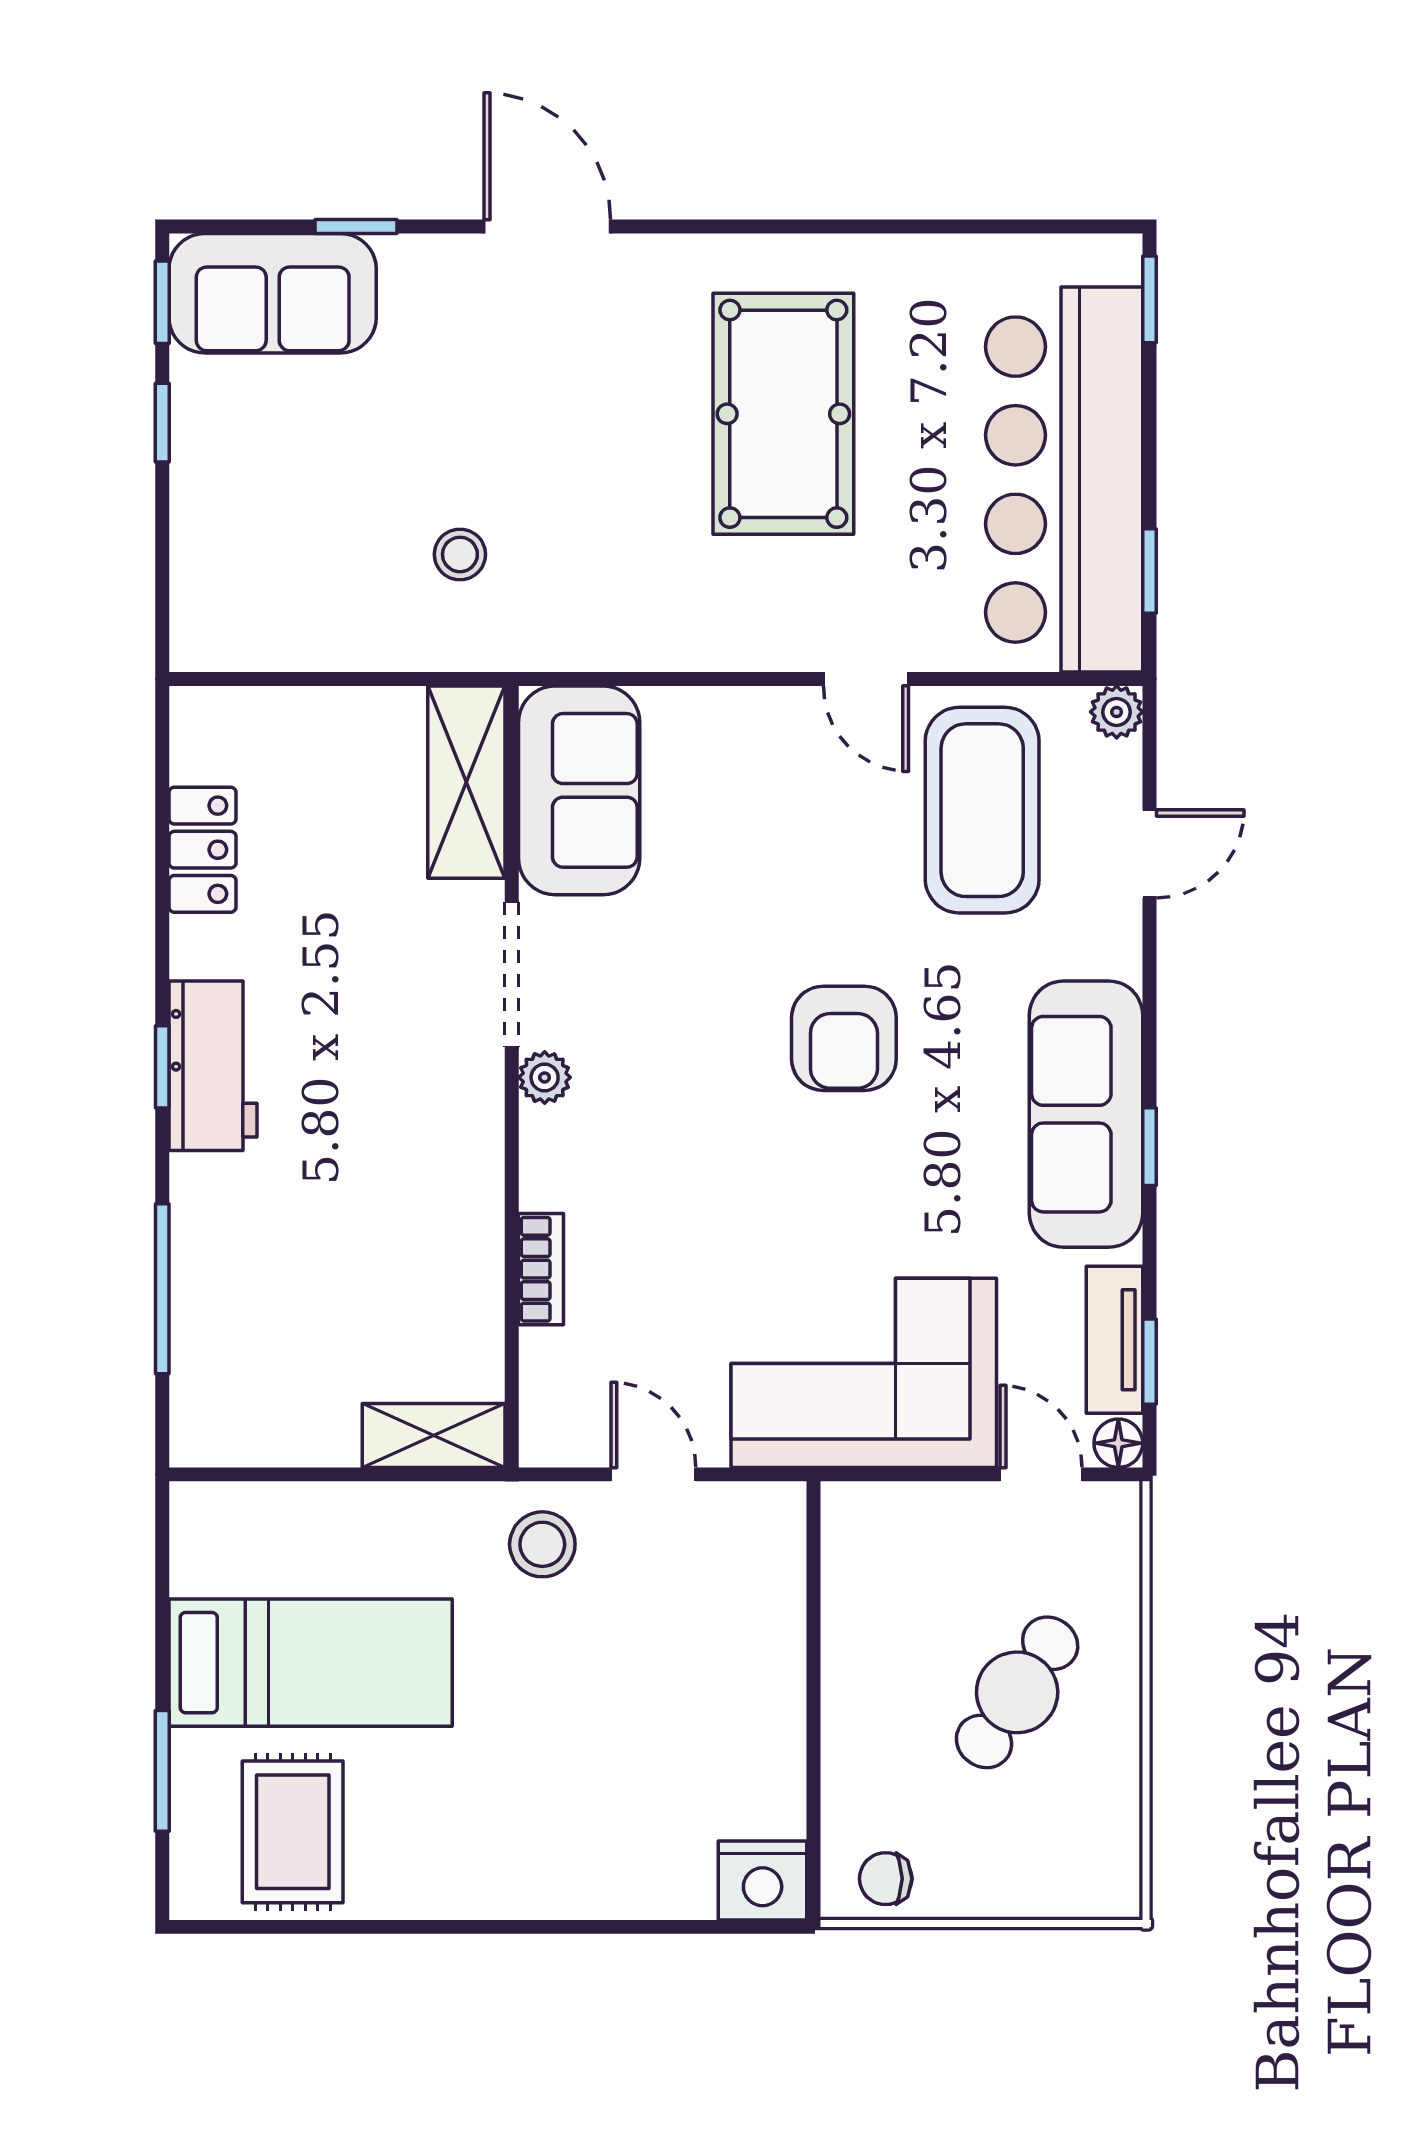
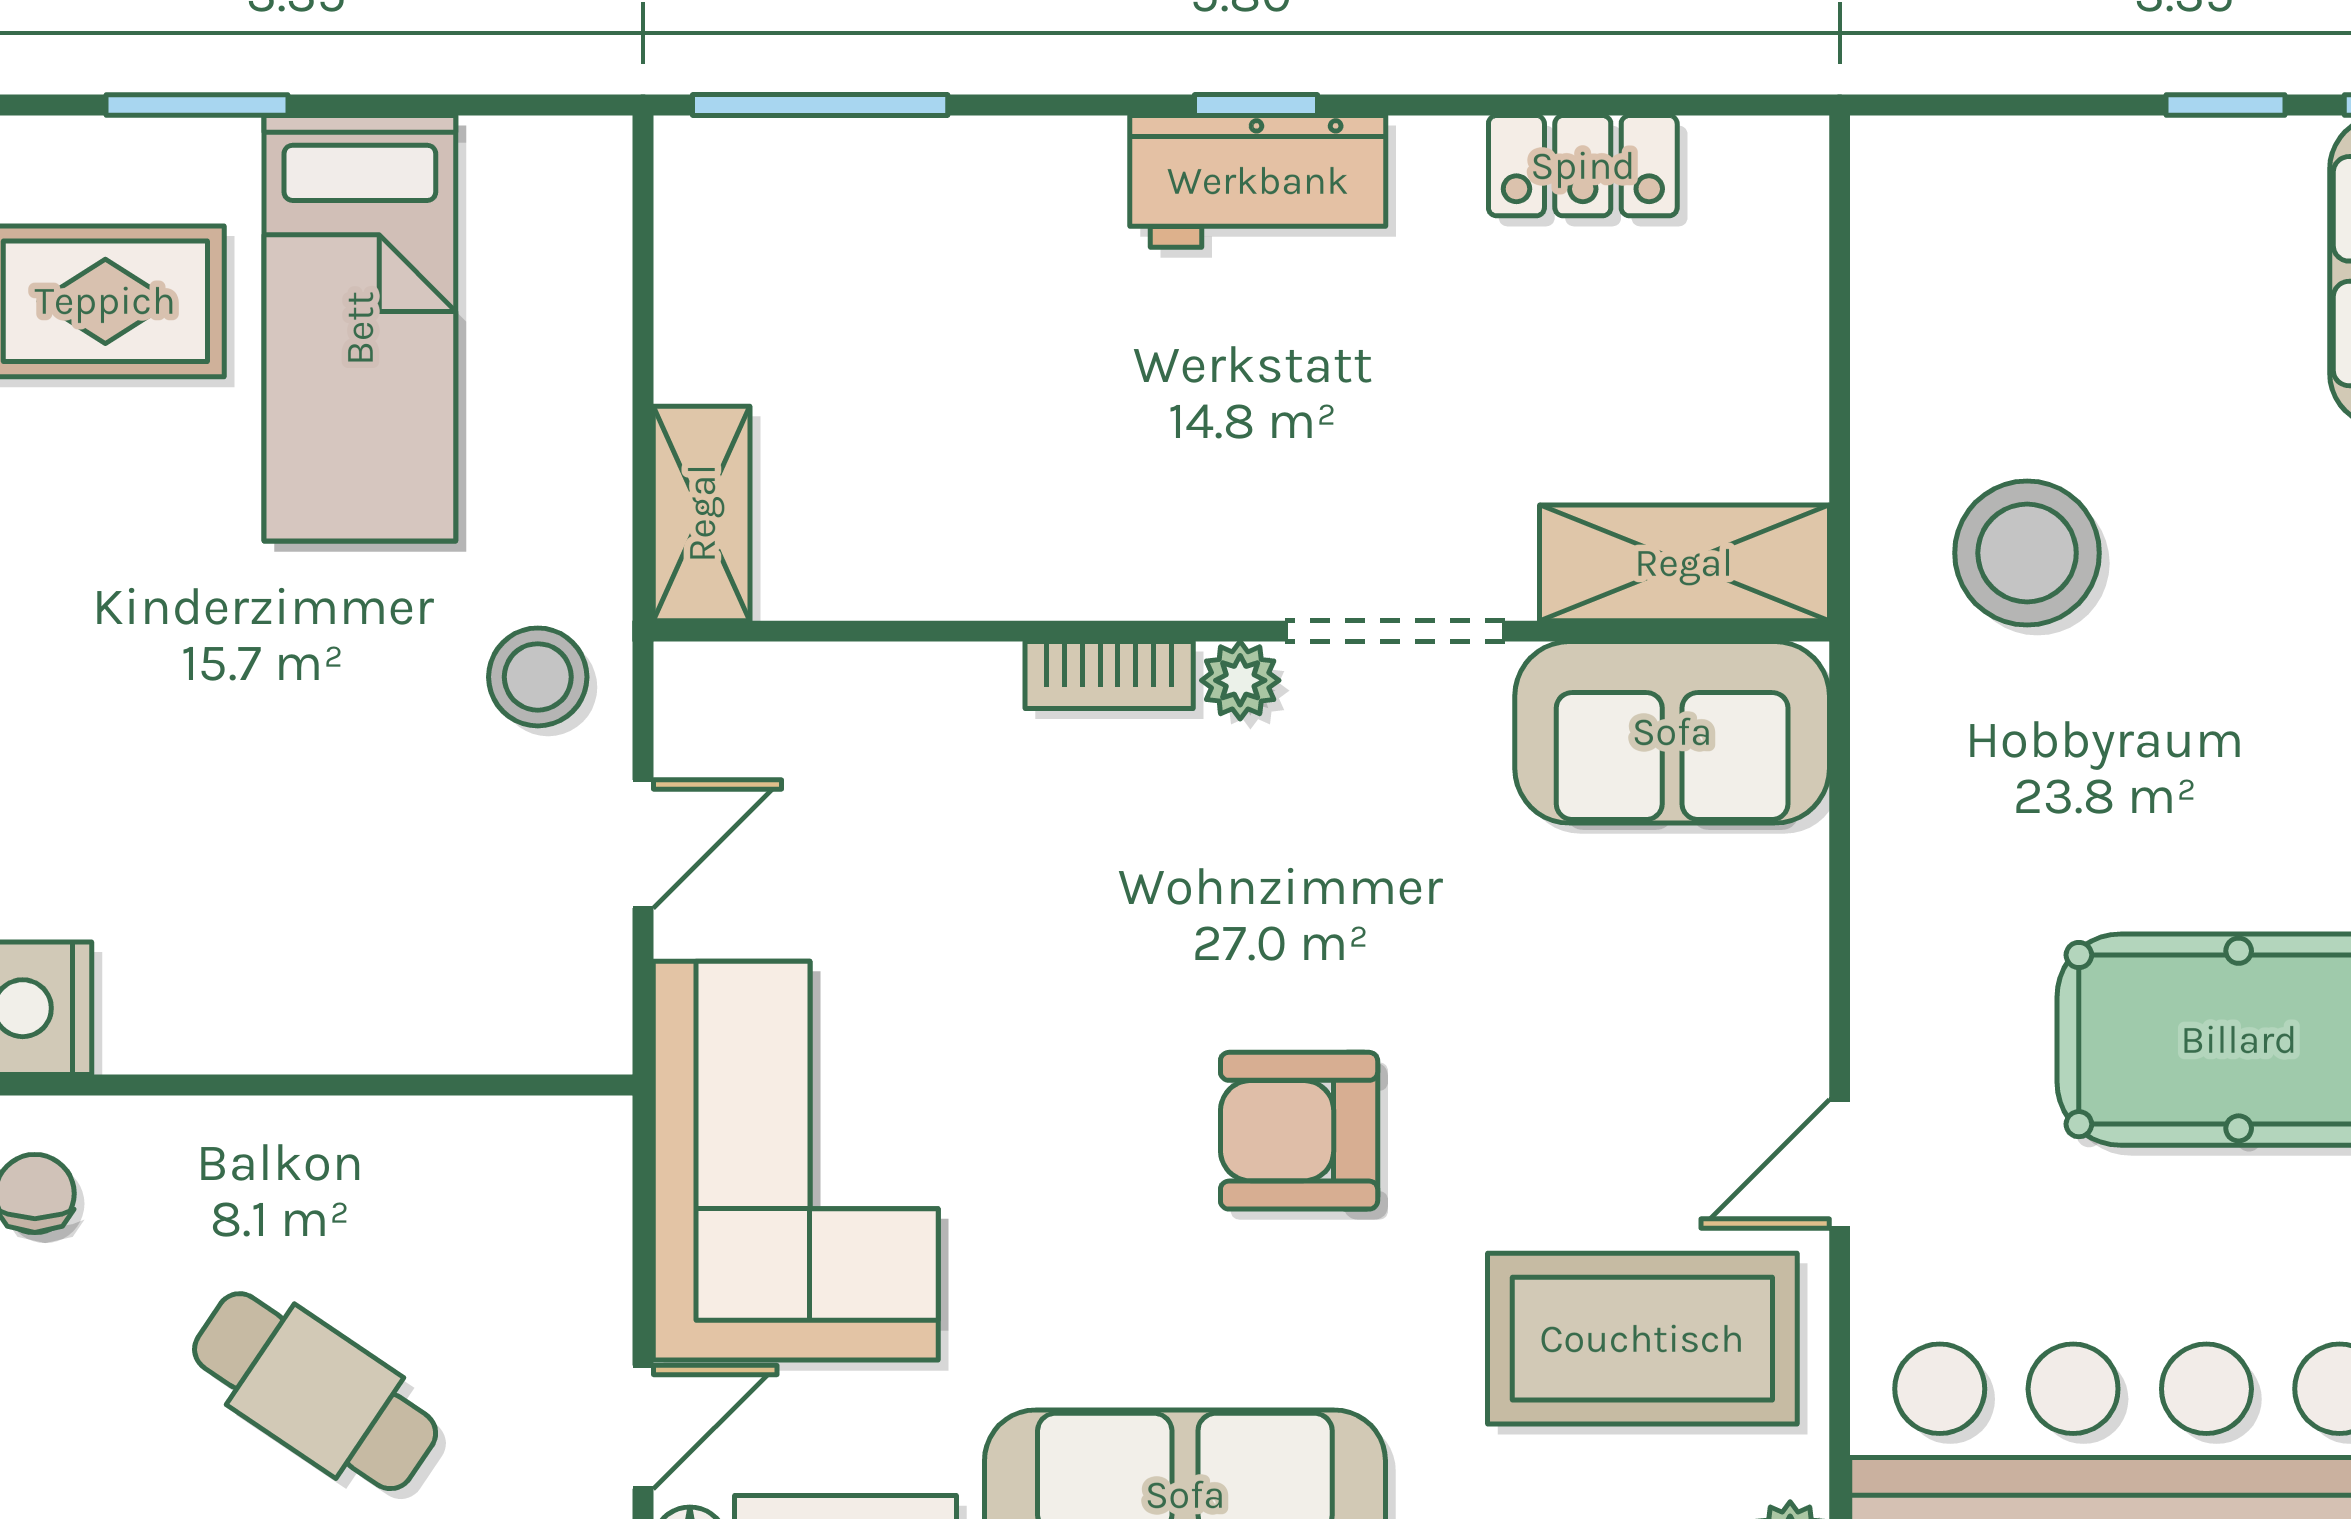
stool: (460, 554) -> (2027, 553), width x1.89, depth x1.89
bookcase: (541, 1269) -> (1109, 675), moved
window: (162, 1289) -> (820, 105), moved

